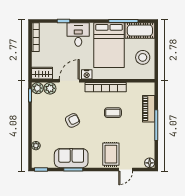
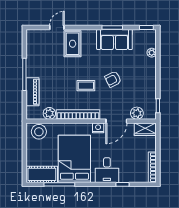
stool: (143, 57) -> (39, 132), moved
plant: (37, 88) -> (49, 113), moved
coffee table: (113, 113) -> (86, 86), moved
floor lamp: (150, 163) -> (31, 34), removed

